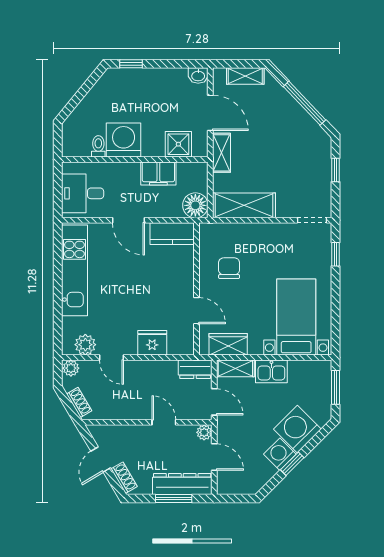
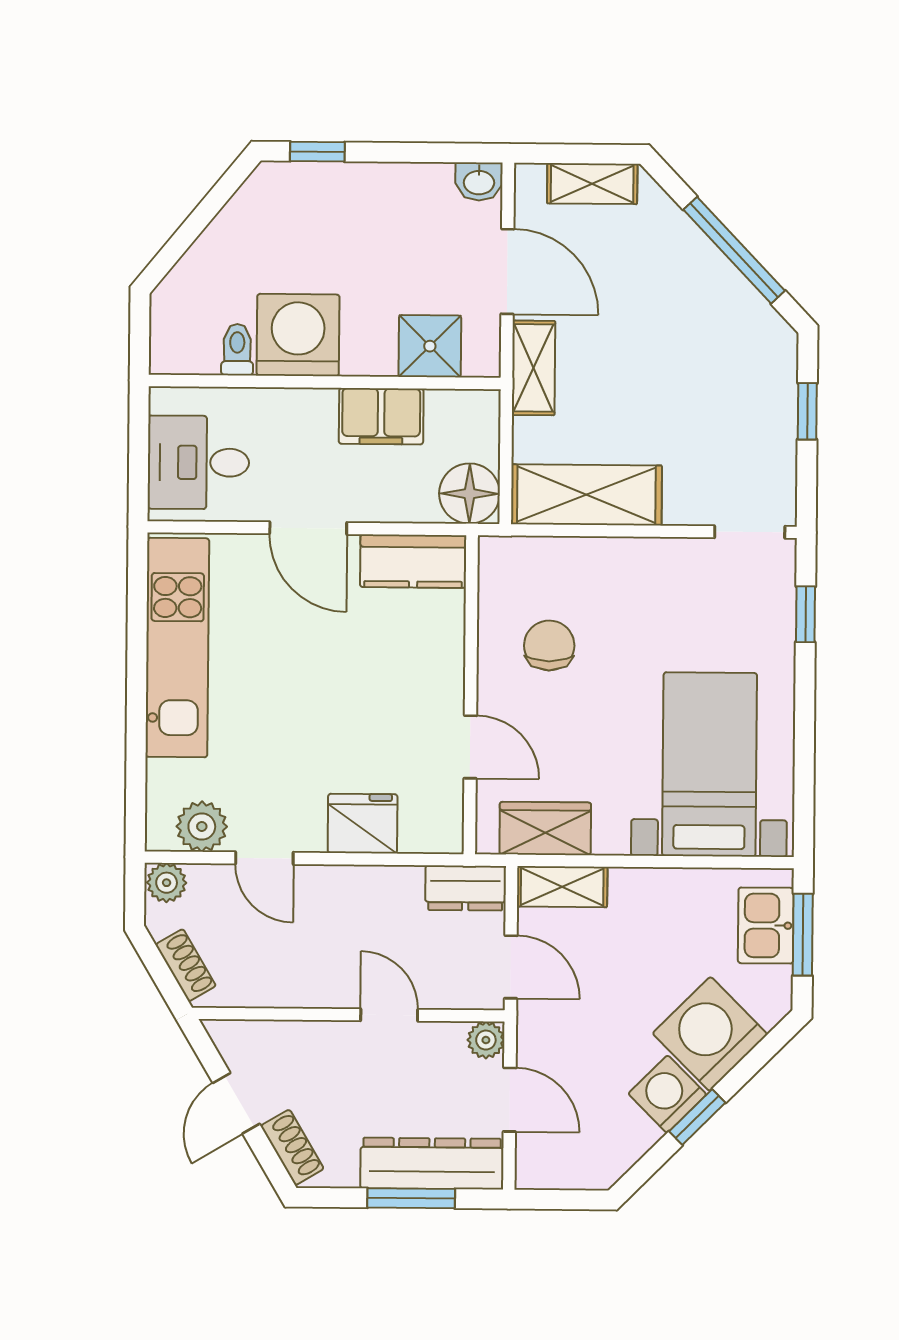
kitchen sink: (271, 371) -> (766, 926), moved, turned 90

